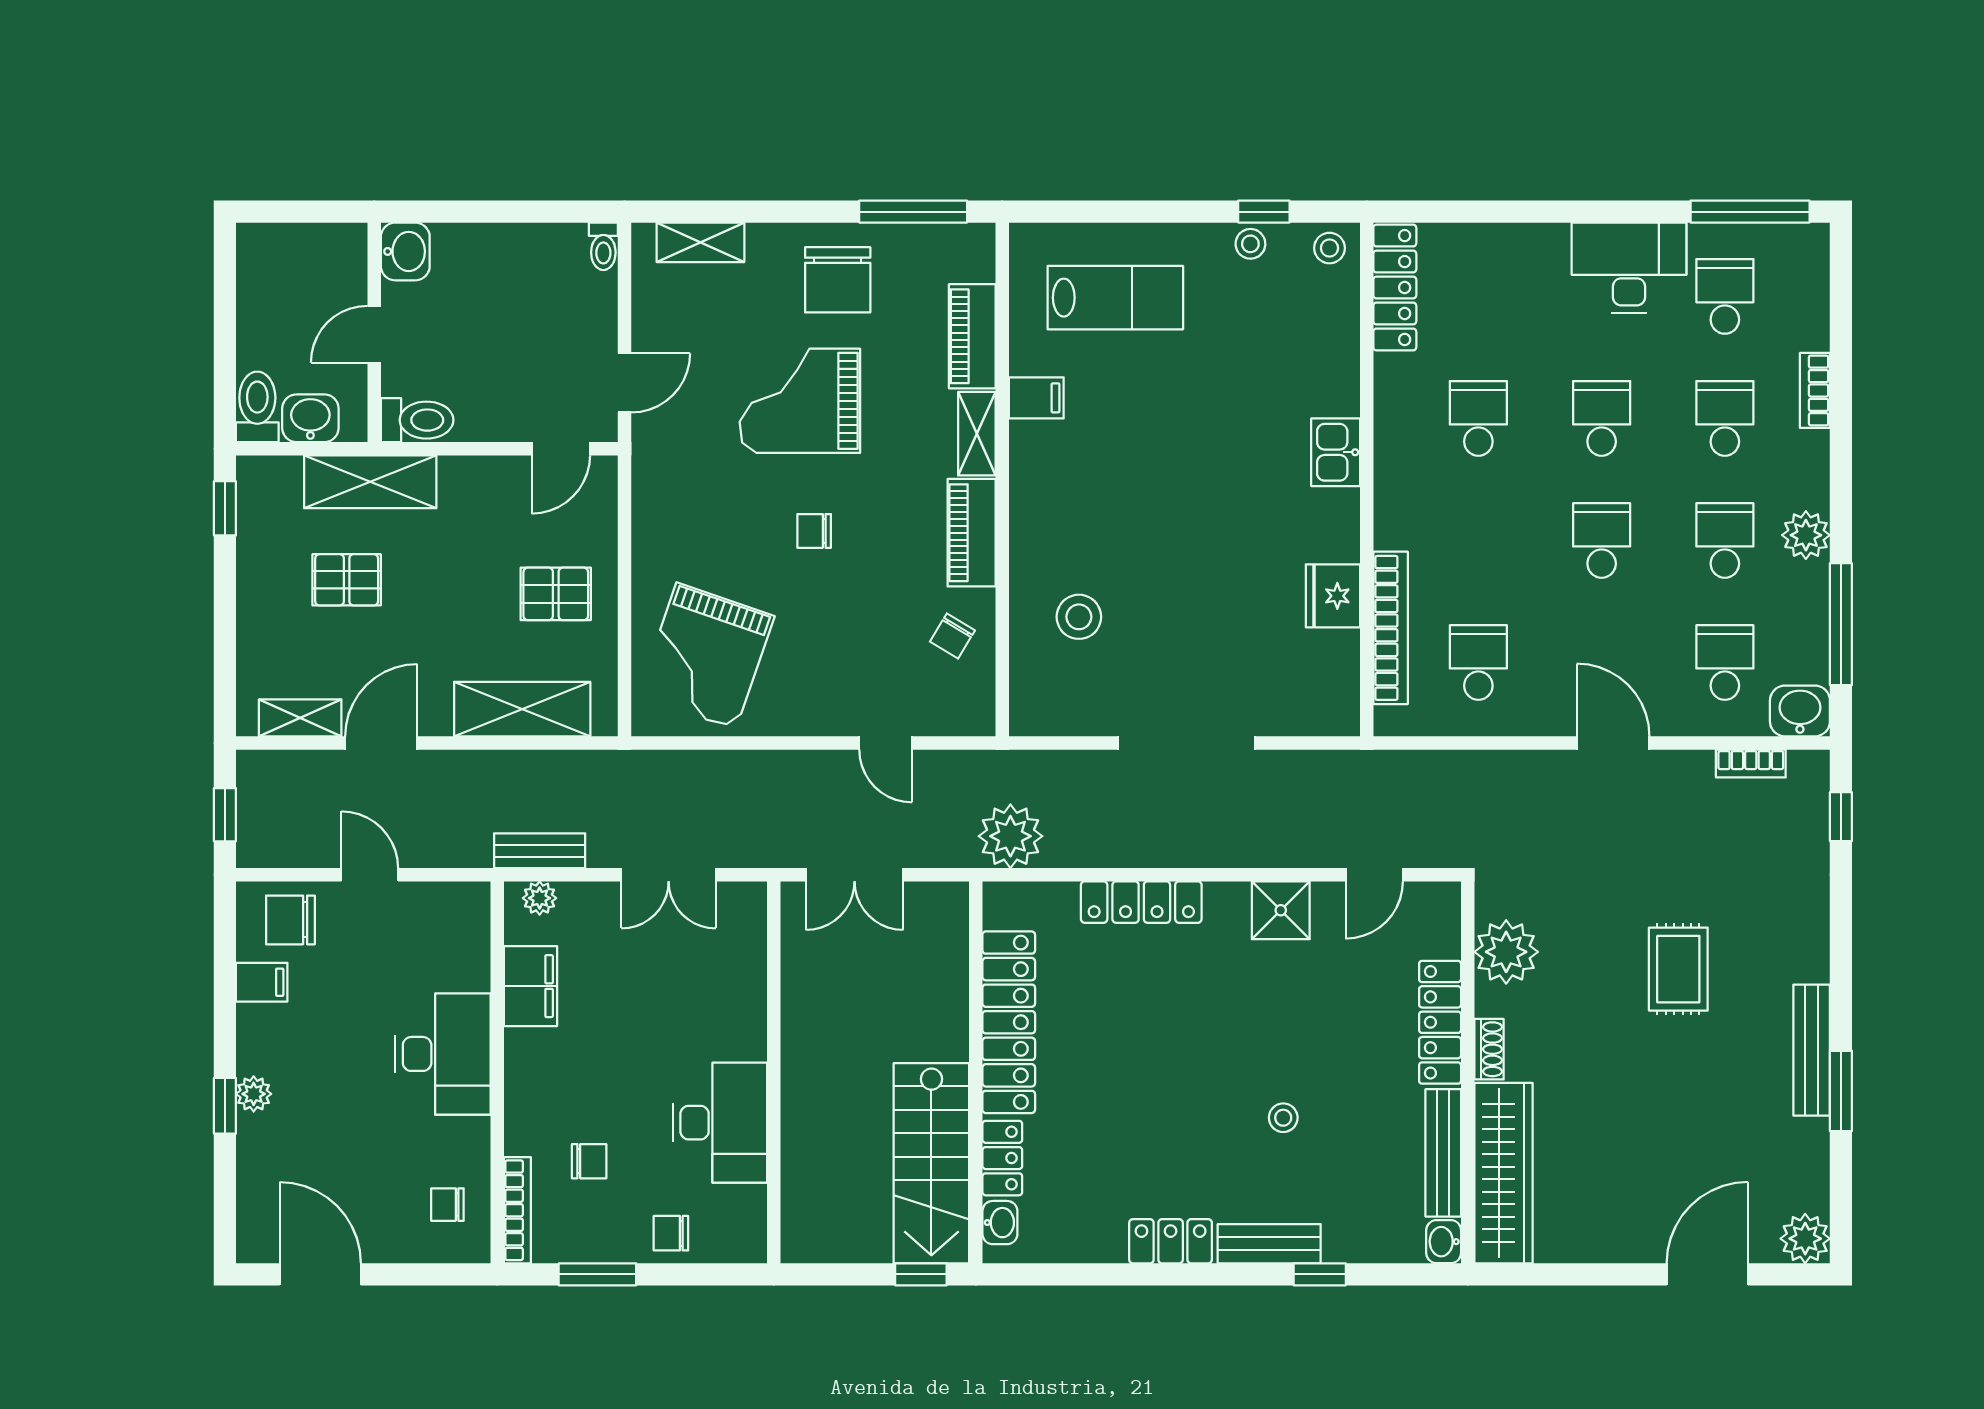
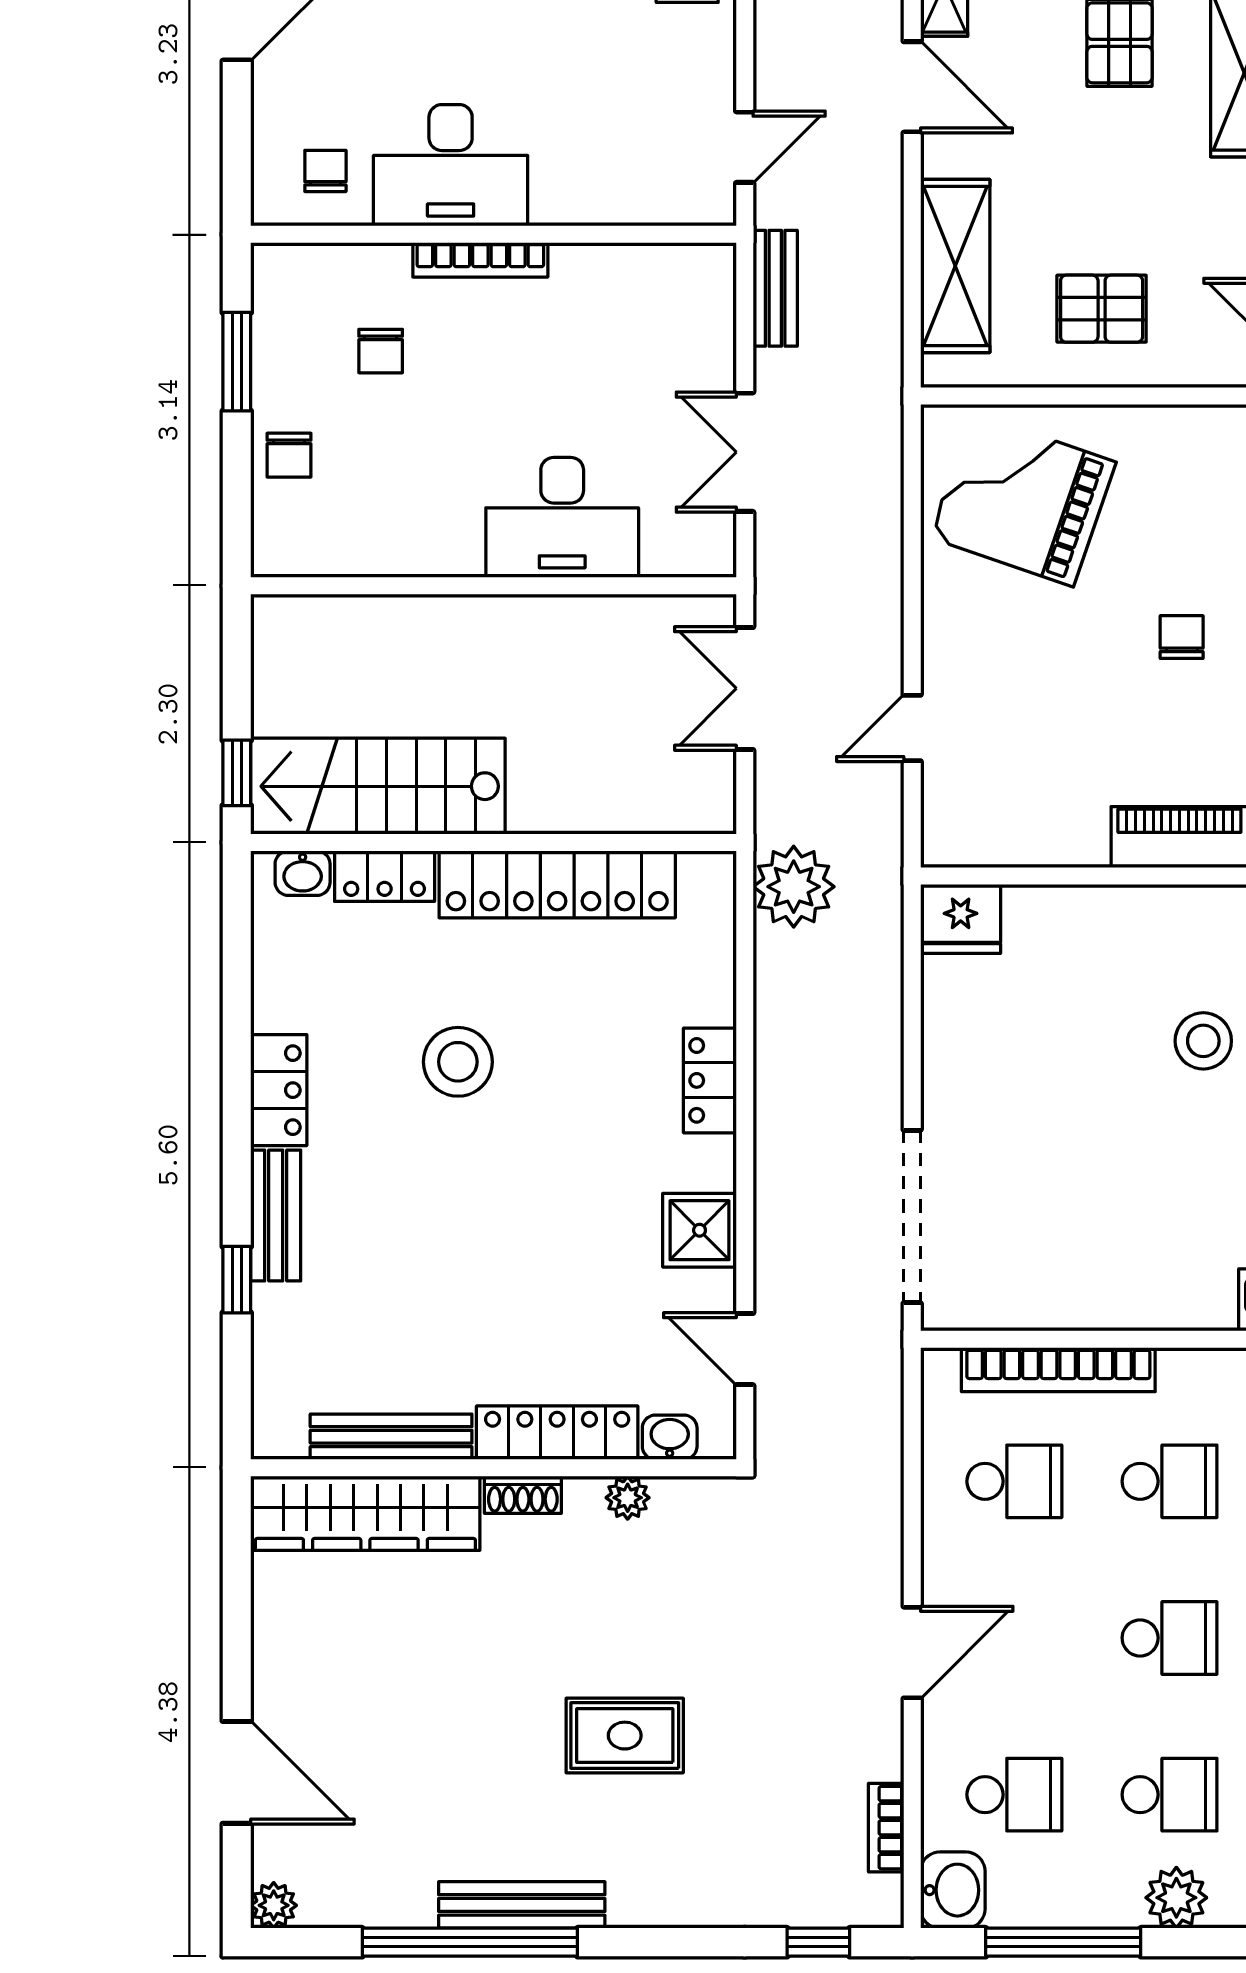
school desk: (1478, 540) -> (1170, 1481), added
pallet: (556, 594) -> (1102, 309), turned 90
fridge: (1333, 596) -> (961, 919), moved, turned 180
stool: (1079, 617) -> (1203, 1041), moved
chair: (952, 636) -> (1048, 813), removed
doorway: (1186, 743) -> (912, 1217), moved
door: (370, 875) -> (745, 147), moved
plant: (540, 898) -> (715, 288), removed
locker: (1141, 902) -> (710, 1080), width x0.66
plant: (1506, 952) -> (628, 1498), width x0.53, depth x0.53
filing cabinet: (530, 986) -> (603, 276), removed
desk: (443, 1054) -> (451, 165), moved
window: (1841, 1091) -> (470, 1942), width x2.11
stool: (1283, 1118) -> (458, 1062), moved, width x1.89, depth x1.89
desk: (720, 1123) -> (562, 517), moved
bookcase: (517, 1210) -> (480, 260), moved
chair: (671, 1233) -> (289, 455), turned 180
plant: (1805, 1239) -> (274, 1905), width x0.73, depth x0.73
washbasin: (1444, 1242) -> (670, 1437), moved

